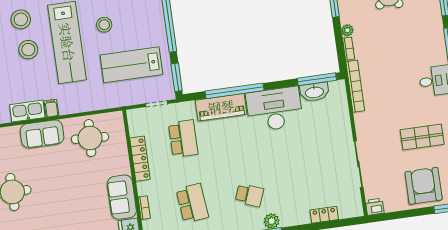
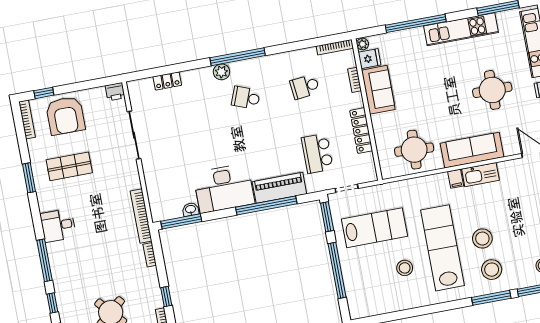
plant: (347, 30) -> (152, 274), removed
washbasin: (314, 92) -> (191, 209), width x0.52, depth x0.69
sofa: (42, 134) -> (472, 150), width x1.36
school desk: (192, 203) -> (305, 87), width x0.54

